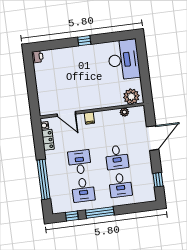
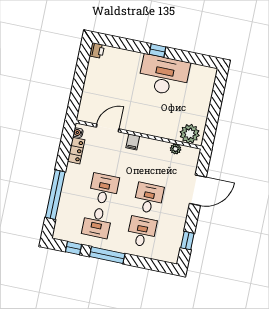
desk: (124, 60) -> (164, 75), moved, turned -90
door: (66, 114) -> (108, 128), swing flipped
desk: (117, 157) -> (149, 198), turned 180
desk: (120, 185) -> (142, 232), turned 180

